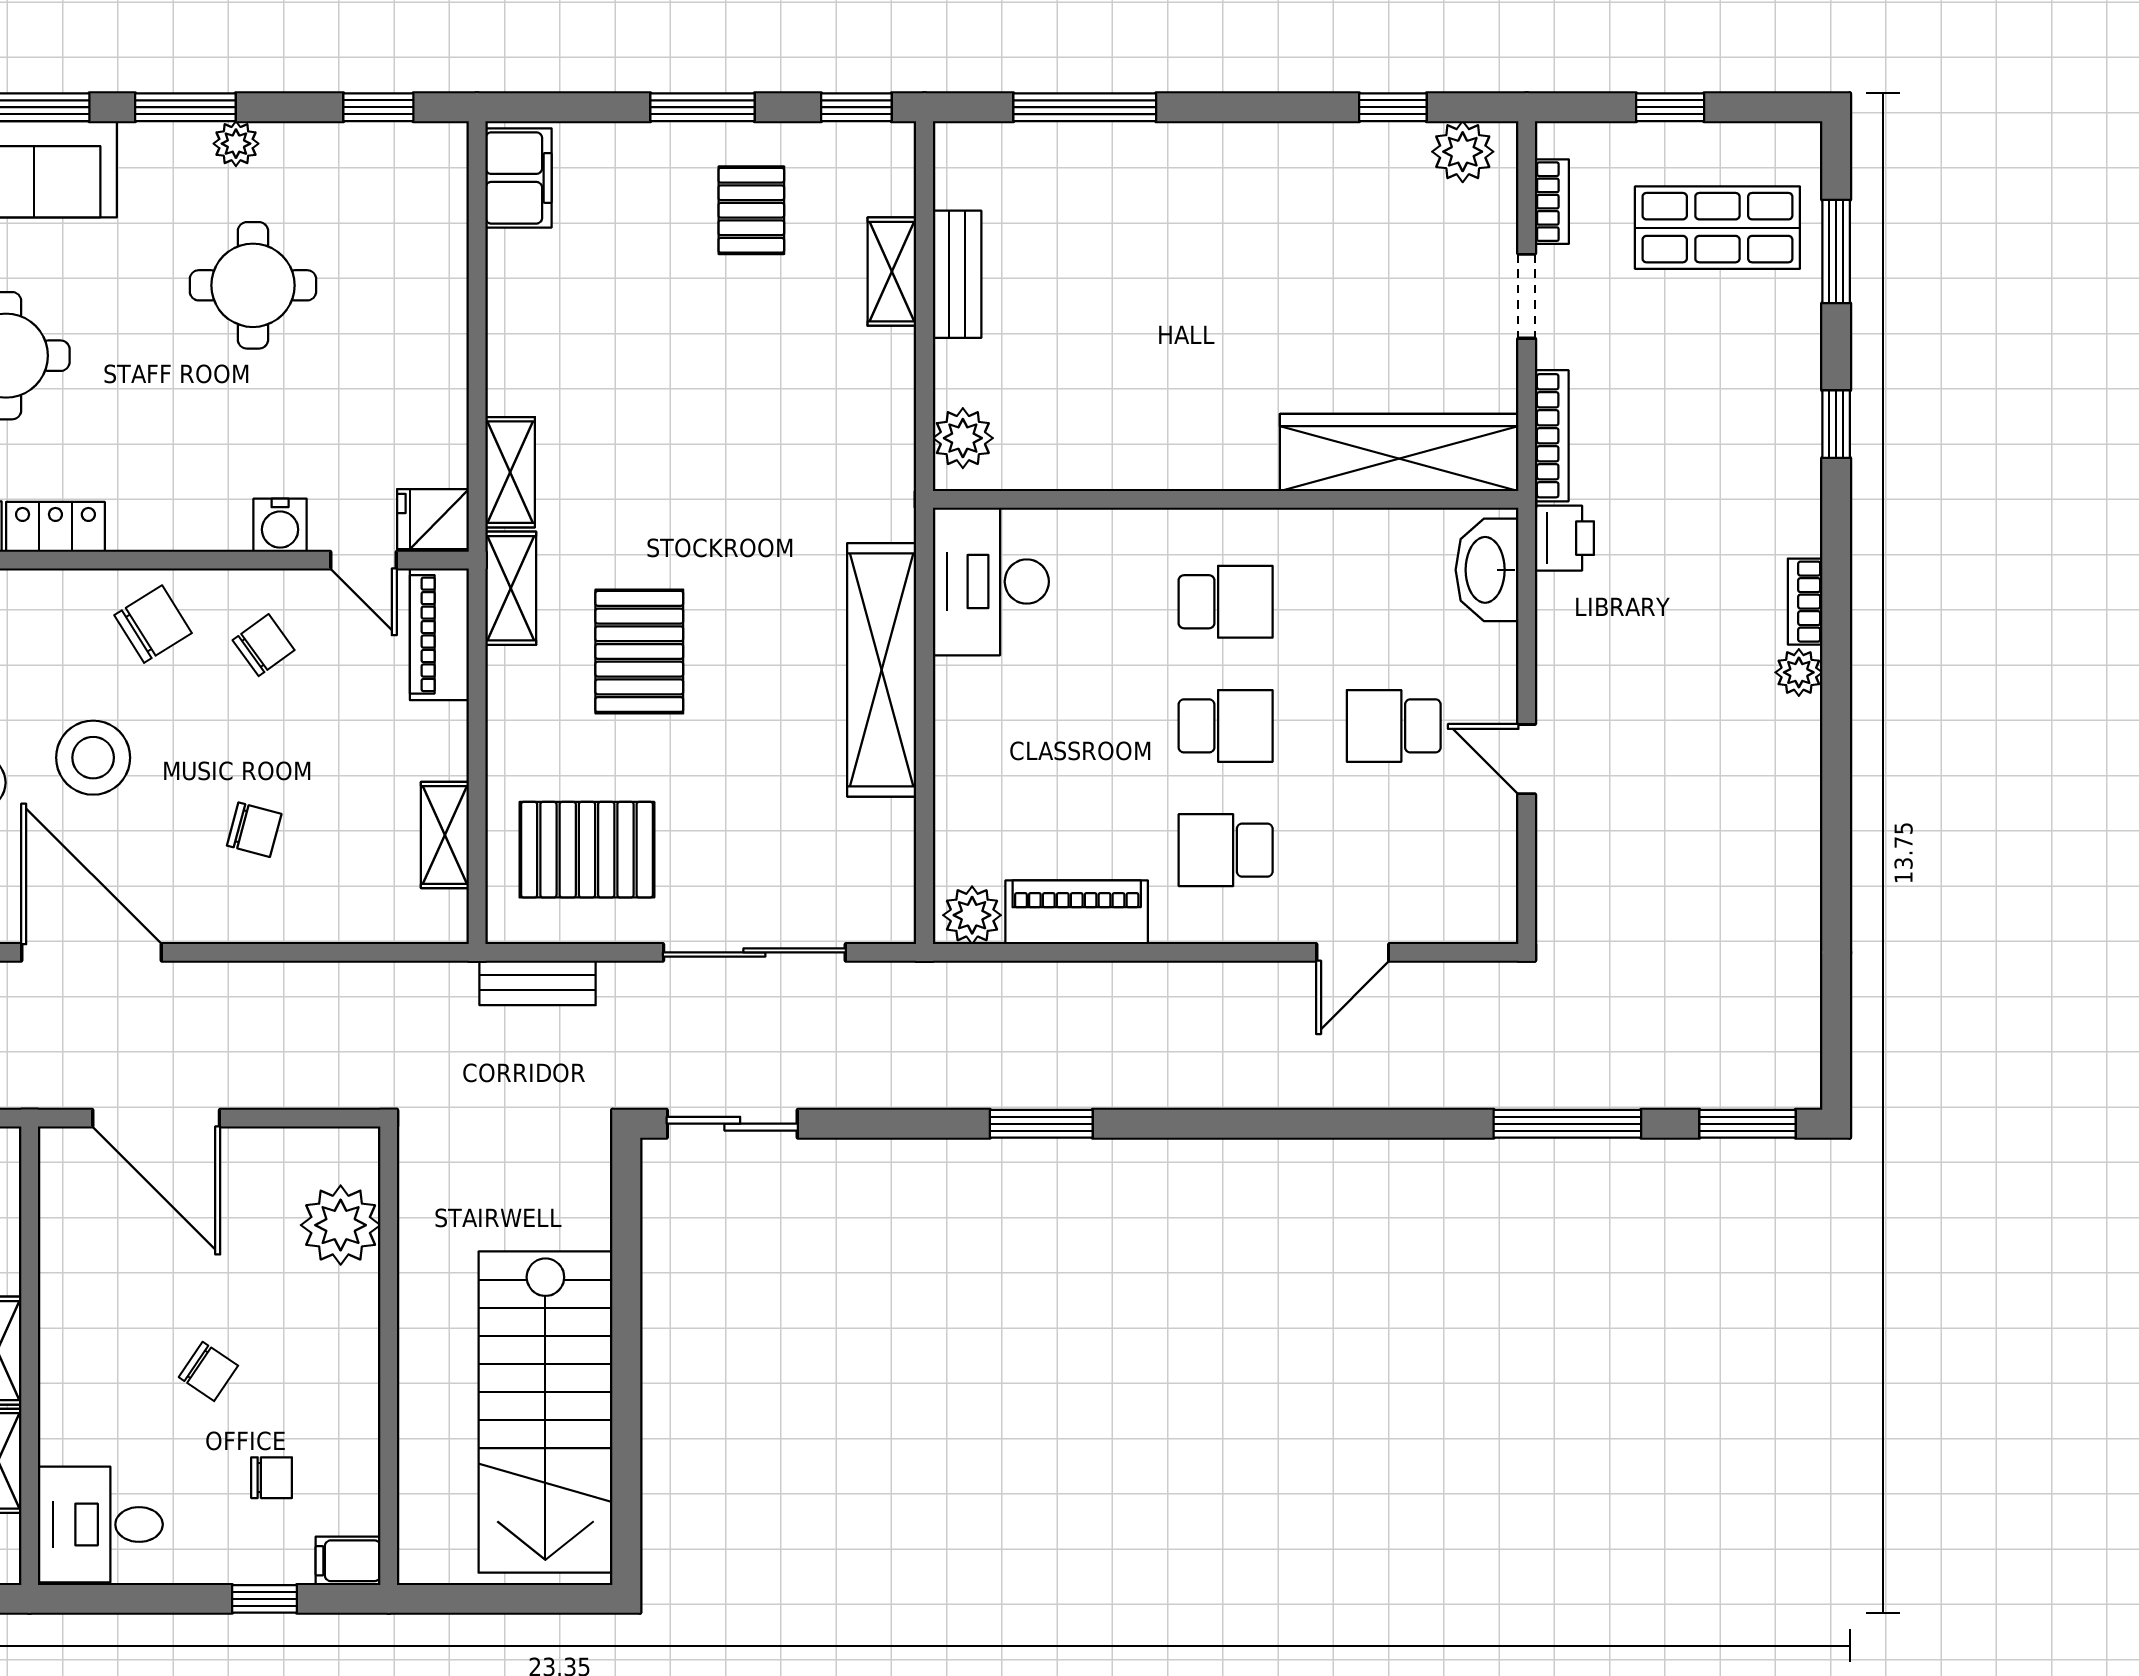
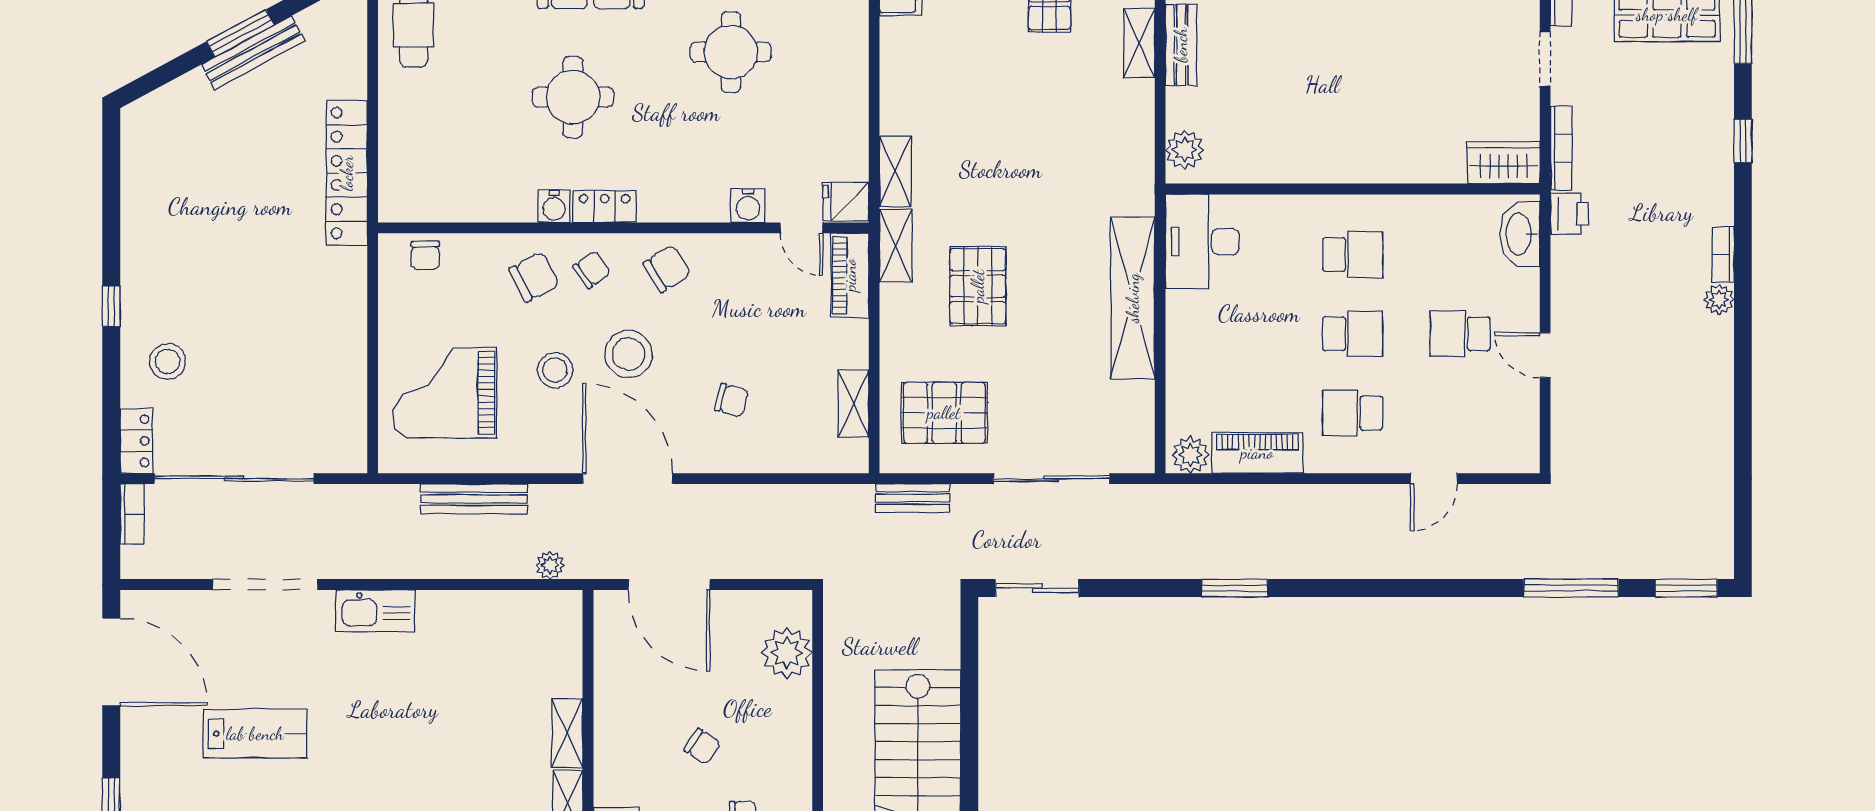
wardrobe: (1399, 453) -> (1503, 163), width x0.48, depth x0.85
chair: (264, 645) -> (592, 270), moved

